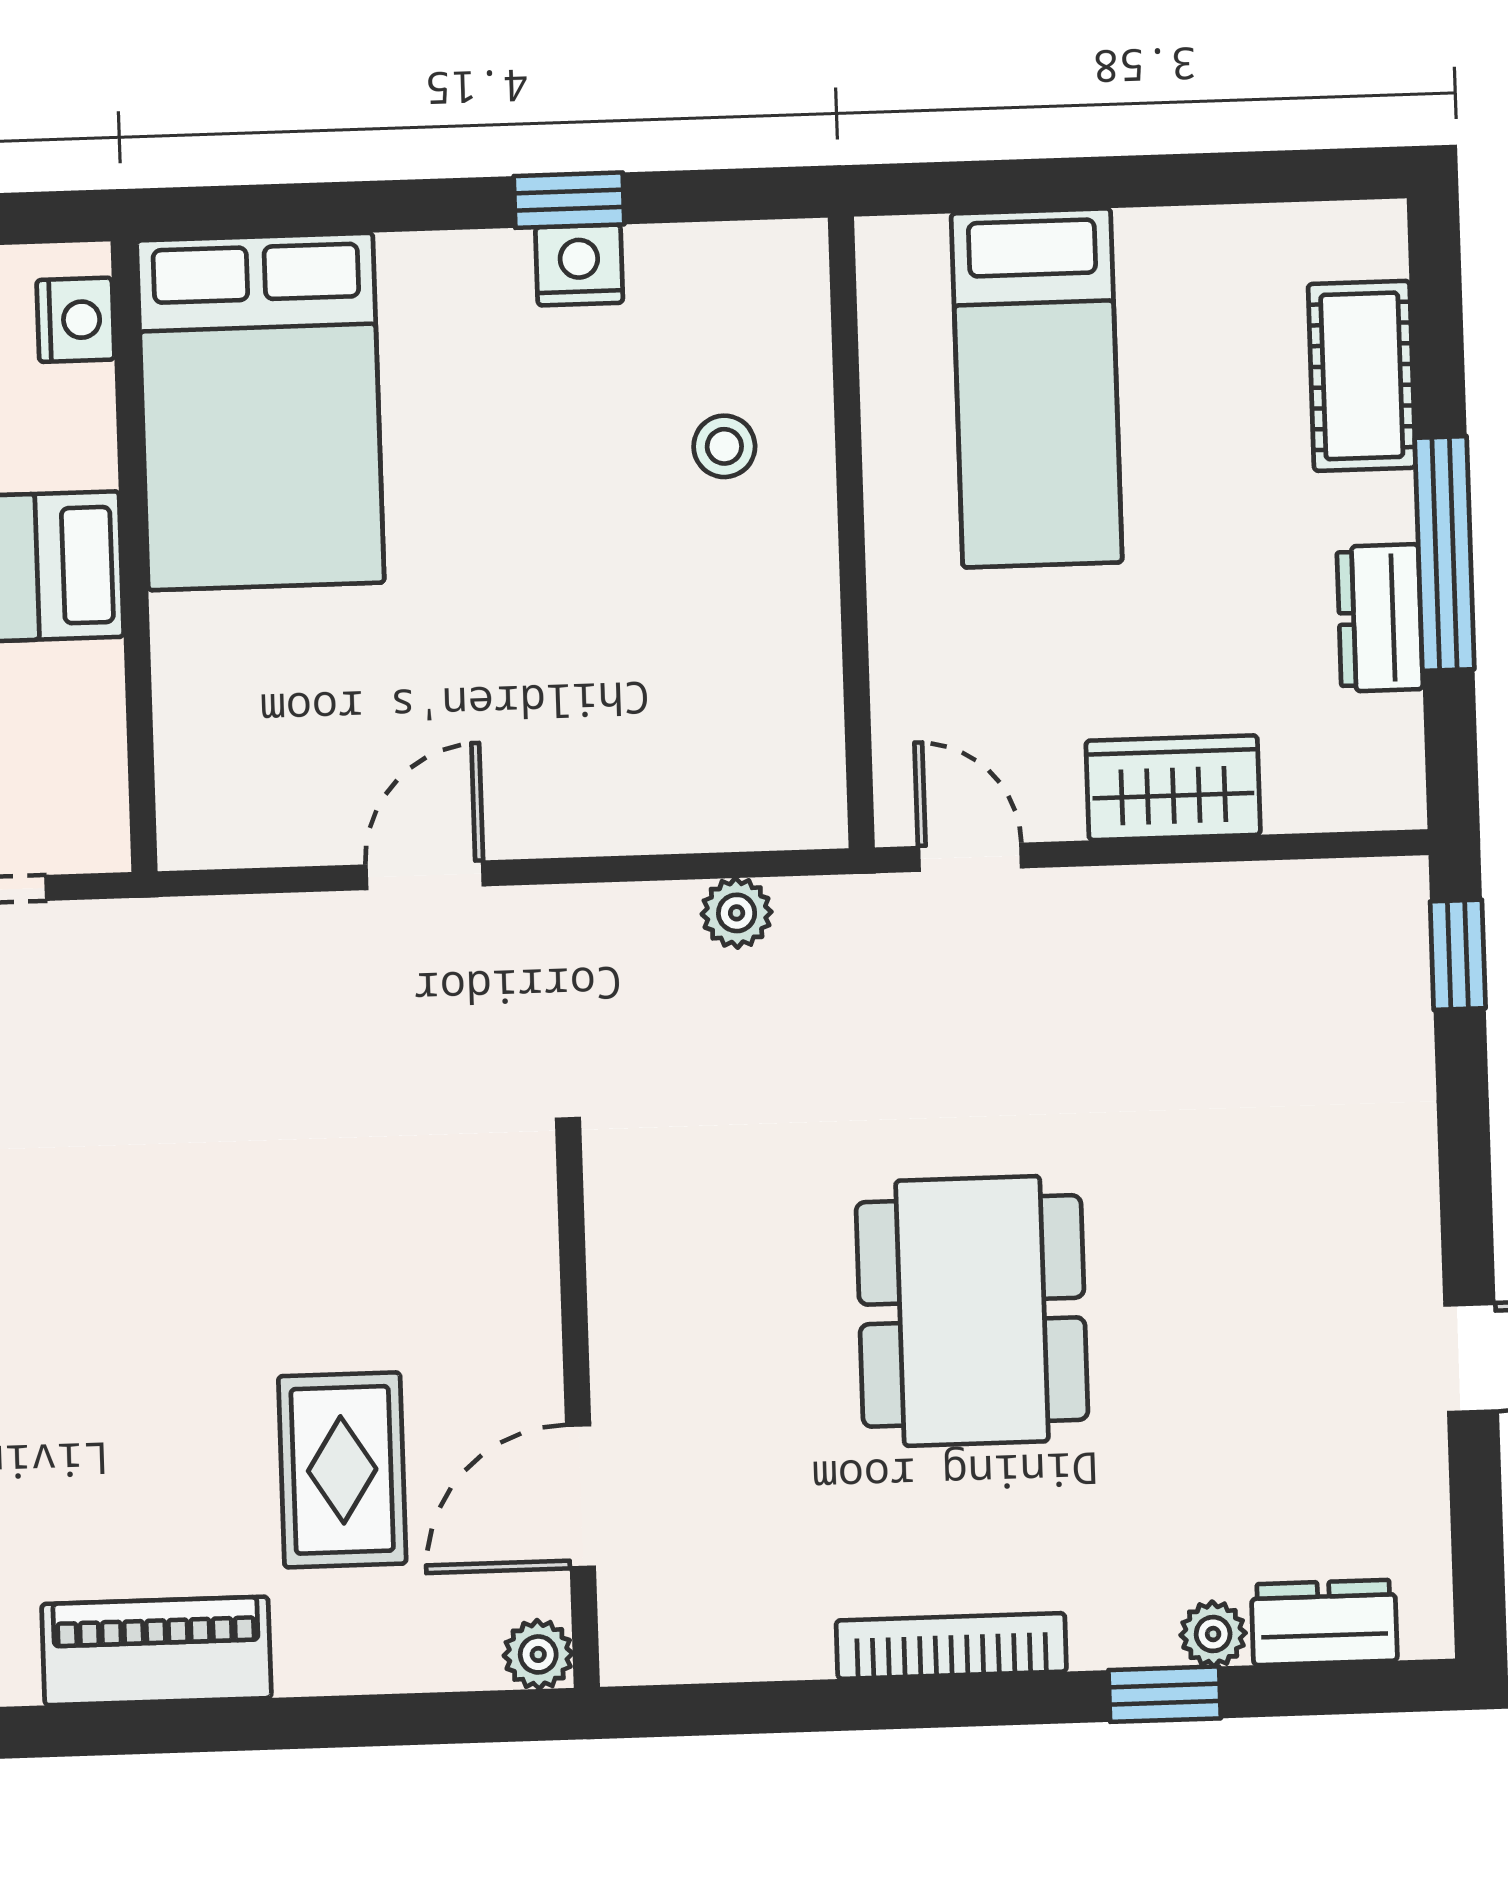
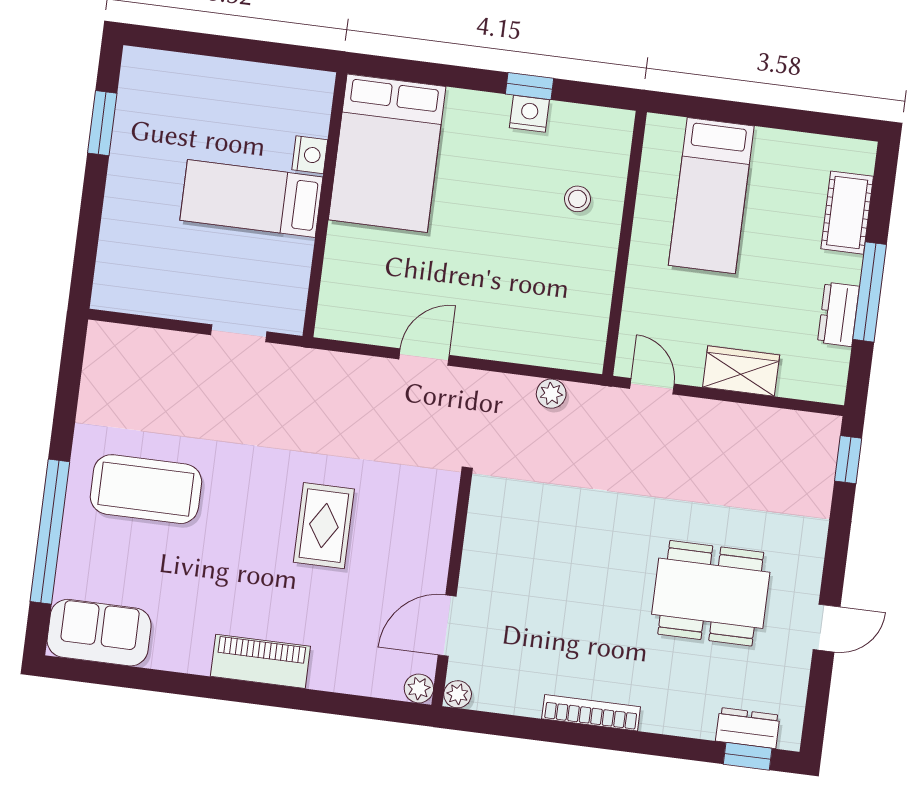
nightstand: (76, 320) -> (310, 155), moved
dining table: (972, 1311) -> (711, 593), moved, turned 90
rug: (342, 1470) -> (324, 526), moved
plant: (1213, 1634) -> (458, 694), moved
window: (1165, 1694) -> (748, 756), moved

